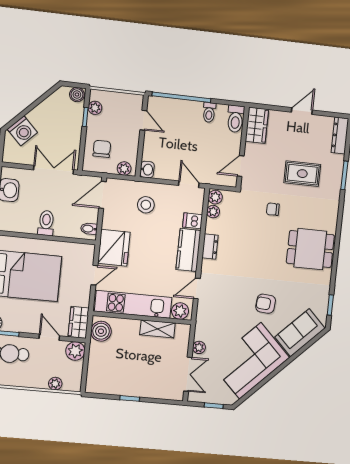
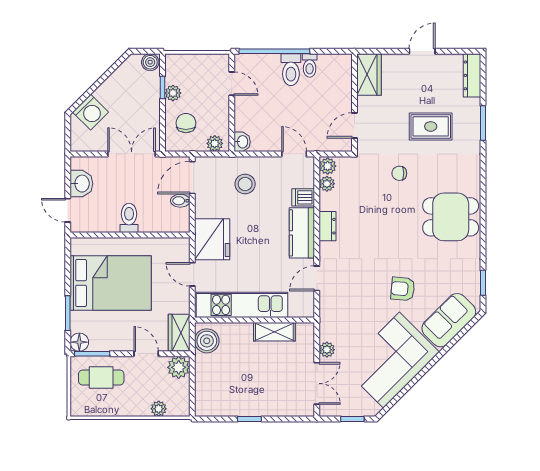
plant: (95, 108) -> (173, 93), moved
toilet: (236, 119) -> (291, 70), moved
bidet: (89, 229) -> (180, 201), moved
door: (94, 275) -> (192, 274), swing flipped
plant: (180, 311) -> (299, 308), removed

